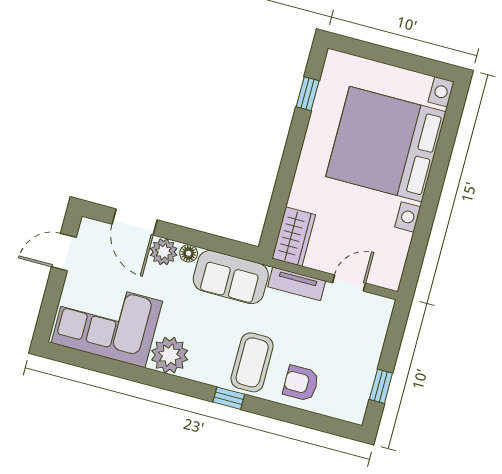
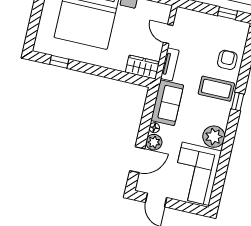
armchair: (301, 383) -> (227, 60), turned 180

